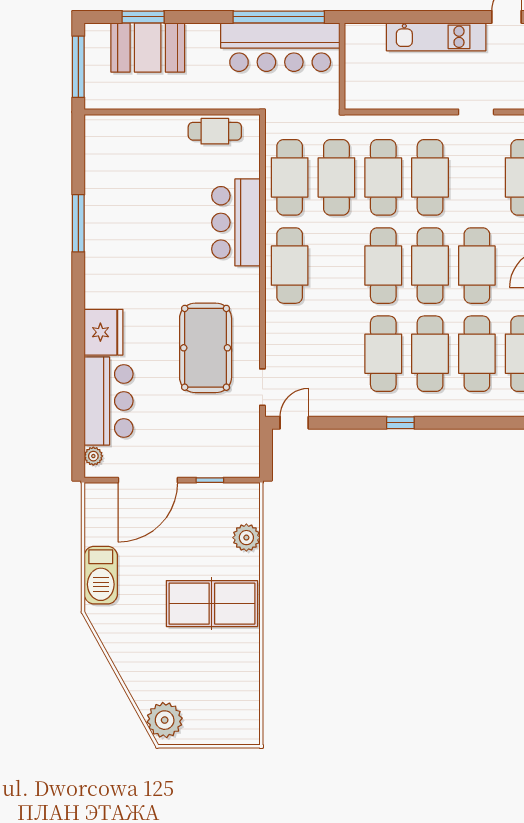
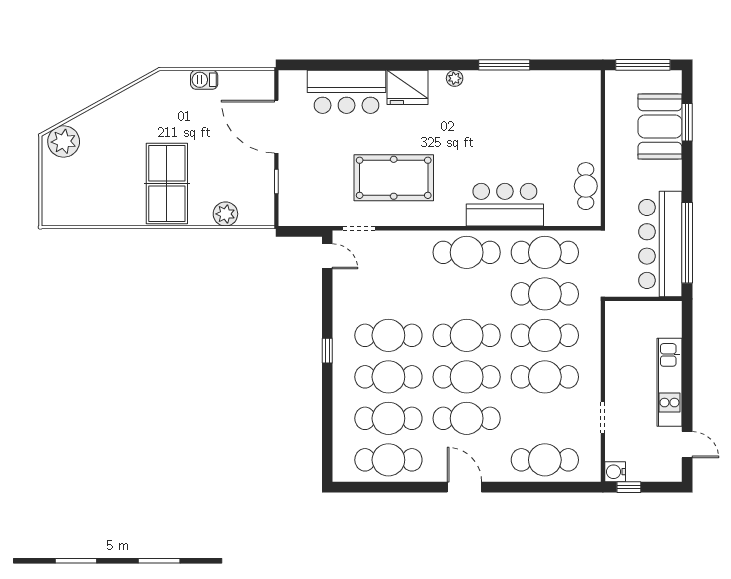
plant: (93, 456) -> (455, 78), moved
barbecue: (101, 575) -> (204, 80), width x0.53, depth x0.65

